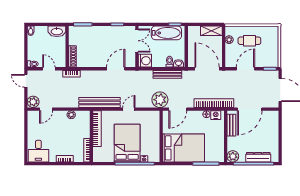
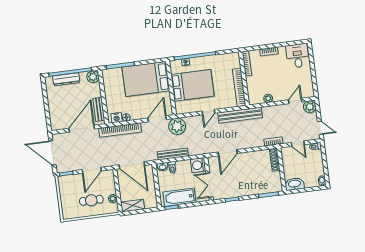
bed: (127, 143) -> (192, 85), moved, turned -90

